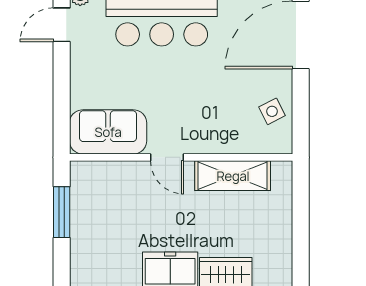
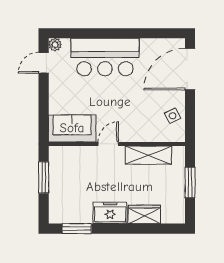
door: (167, 157) -> (108, 144), swing flipped
window: (301, 220) -> (190, 183), added

